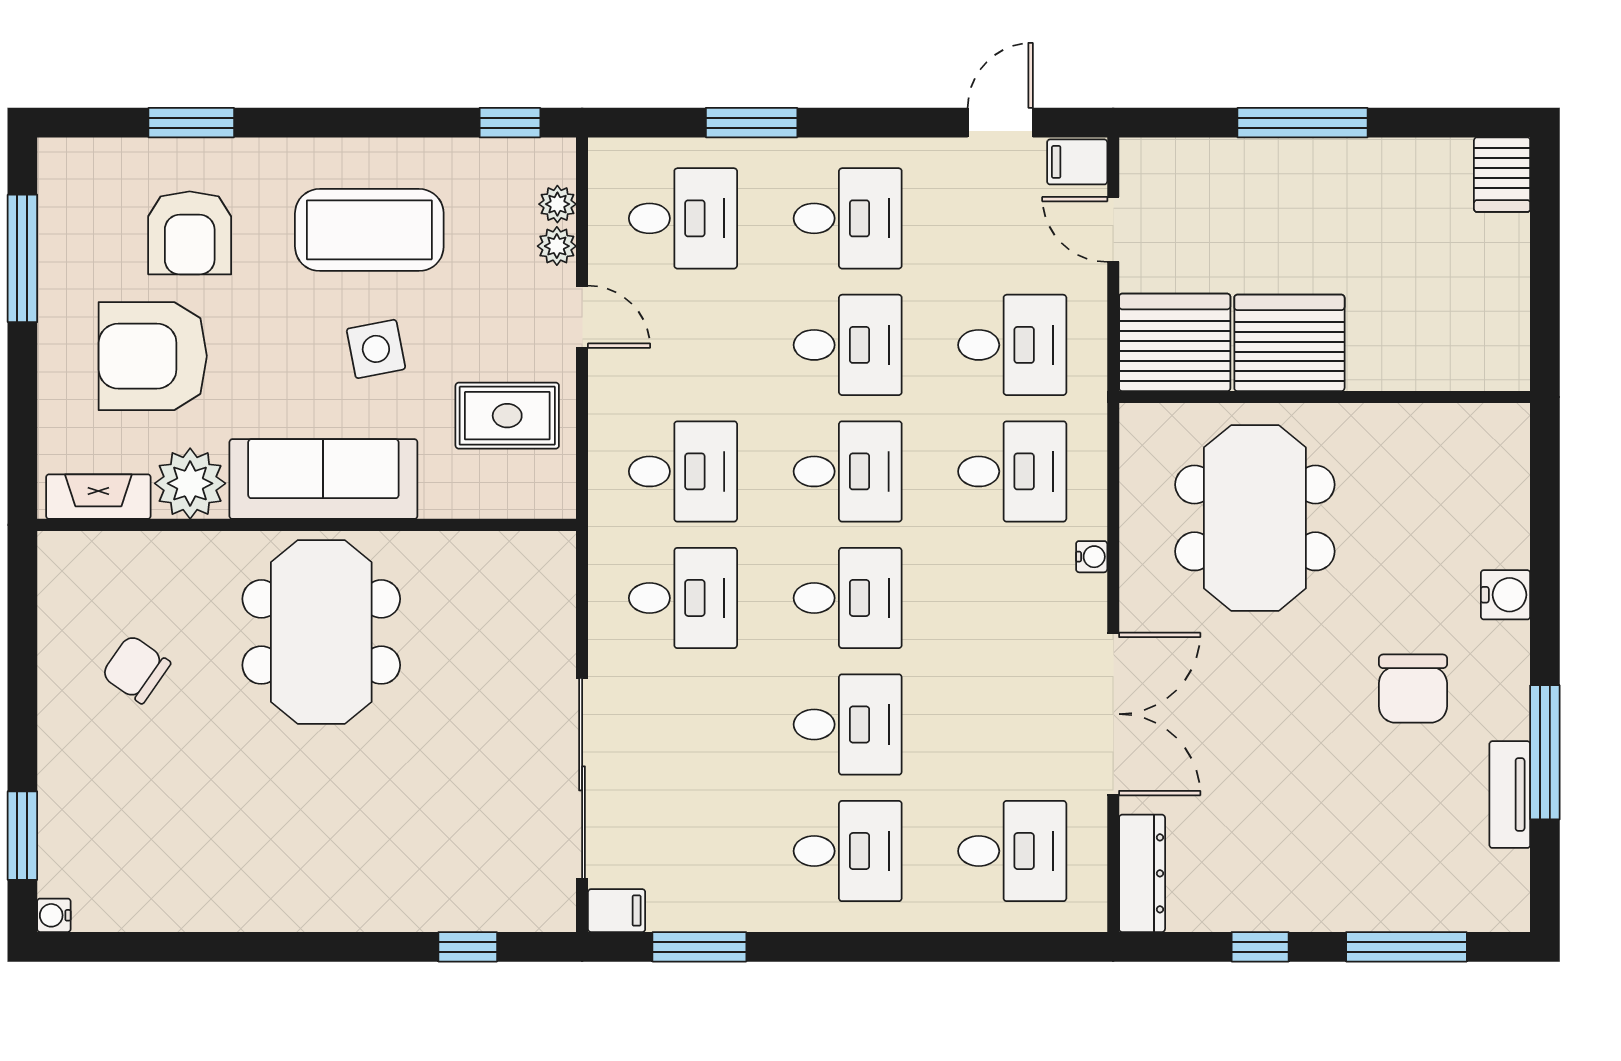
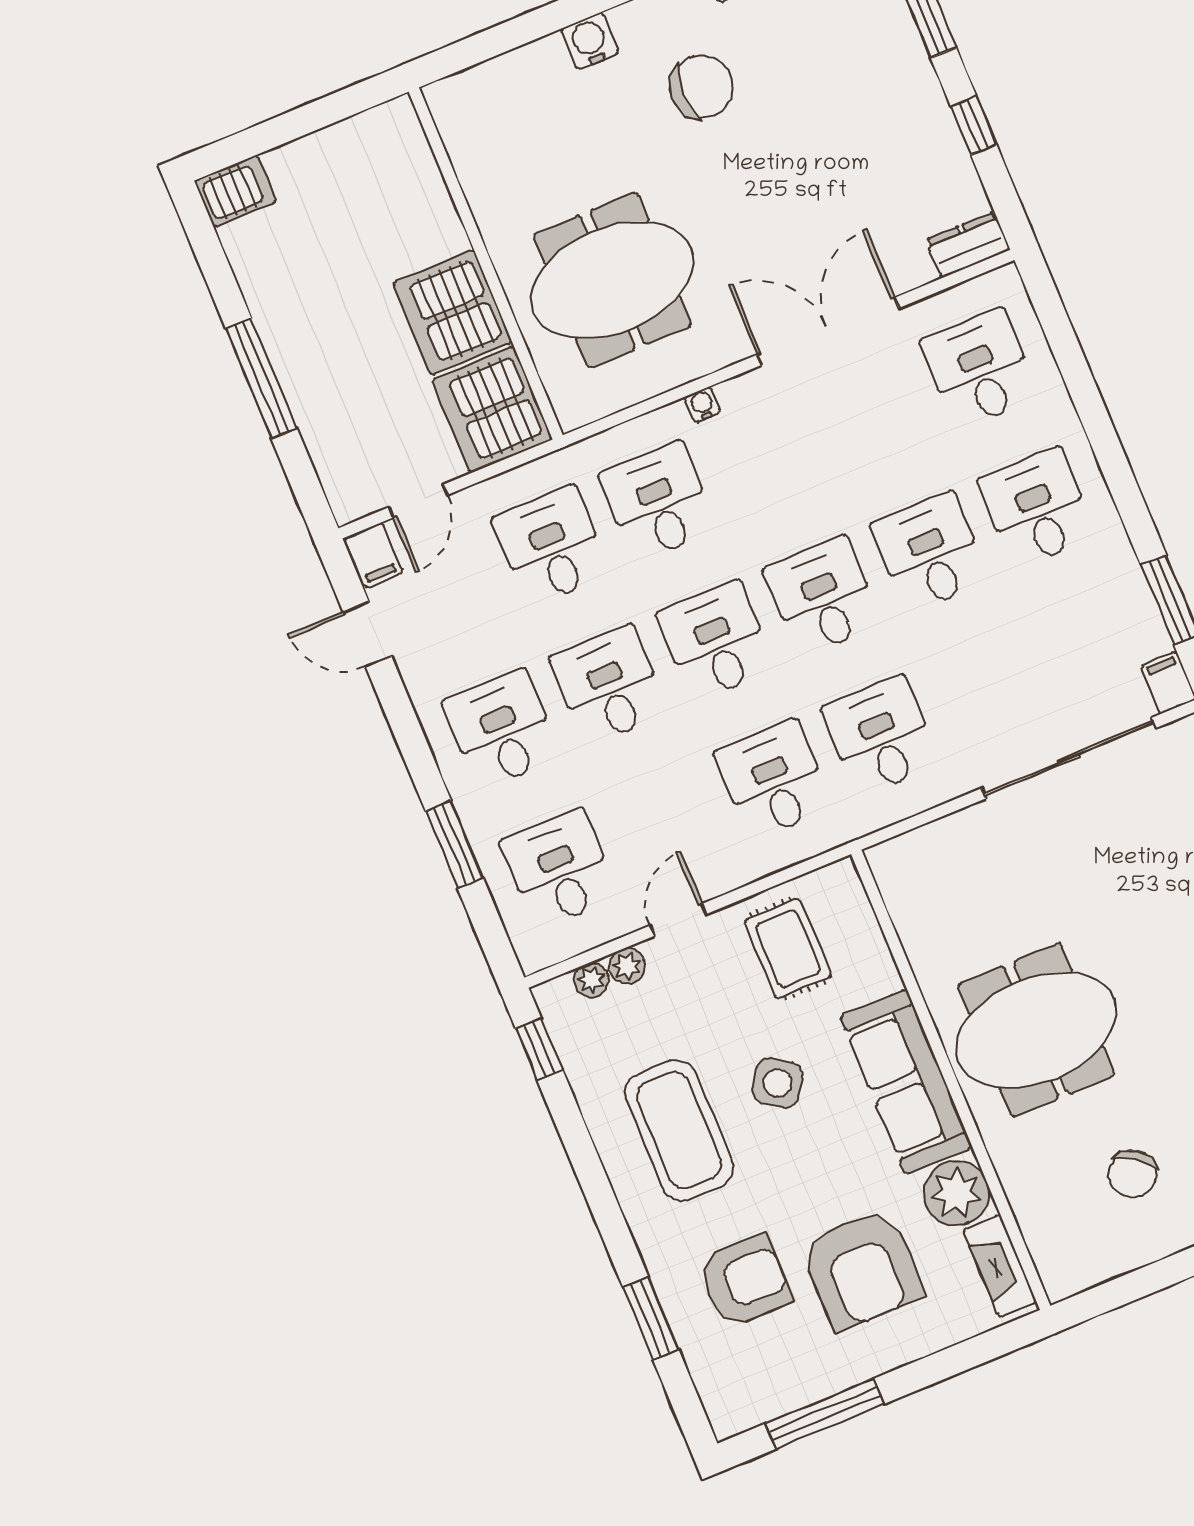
side table: (376, 349) -> (778, 1083), turned 45
dresser: (1142, 873) -> (968, 245), width x0.70

